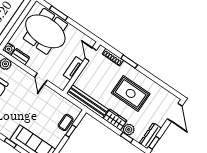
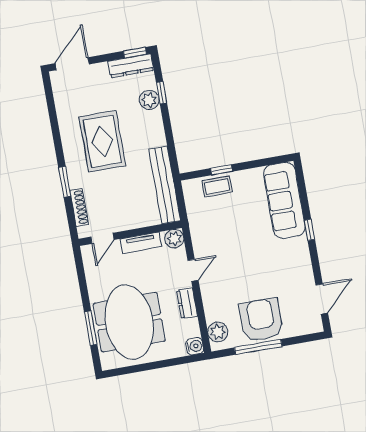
dresser: (20, 56) -> (187, 303), moved
plant: (61, 84) -> (174, 239), added
wardrobe: (115, 120) -> (154, 129), removed

